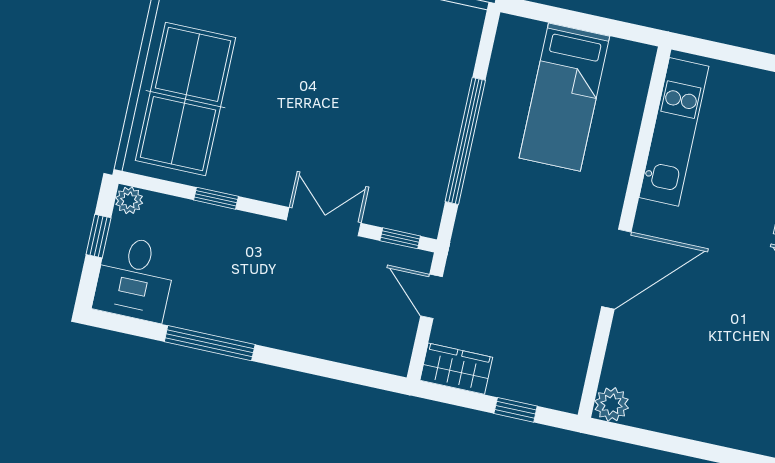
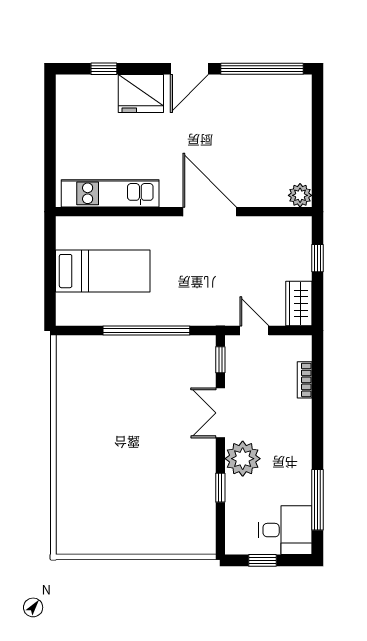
table tennis table: (185, 99) -> (159, 522), removed
plant: (129, 200) -> (243, 459), moved, width x1.88, depth x1.88
door: (431, 296) -> (254, 331), swing flipped
window: (210, 343) -> (318, 500), moved
bookcase: (345, 353) -> (305, 380), added

